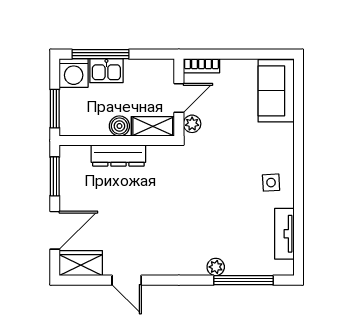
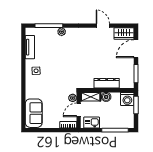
kitchen sink: (106, 71) -> (92, 123), moved
washing machine: (74, 73) -> (127, 99), moved, turned 180

